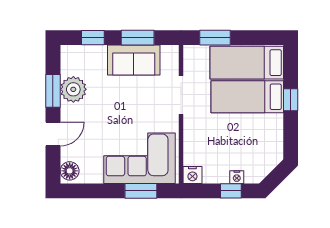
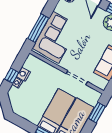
nightstand: (192, 175) -> (23, 74), moved
window: (141, 191) -> (38, 28), width x1.44

